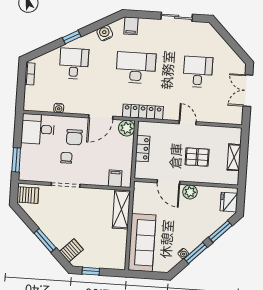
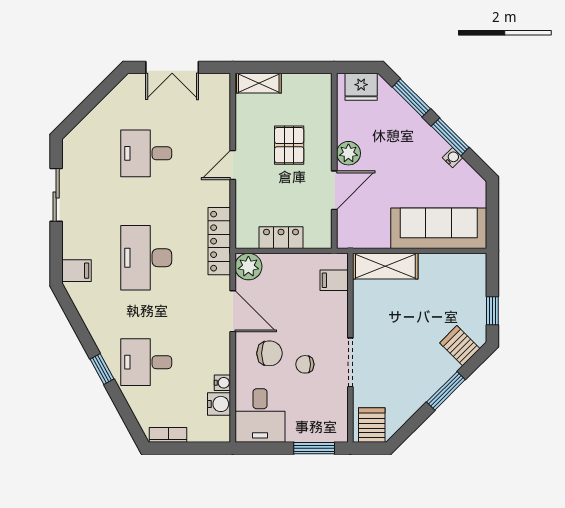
water cooler: (105, 33) -> (219, 404), moved, turned -151
shelving: (234, 157) -> (259, 83), moved

